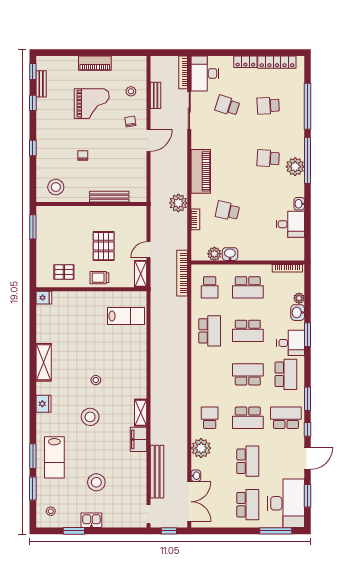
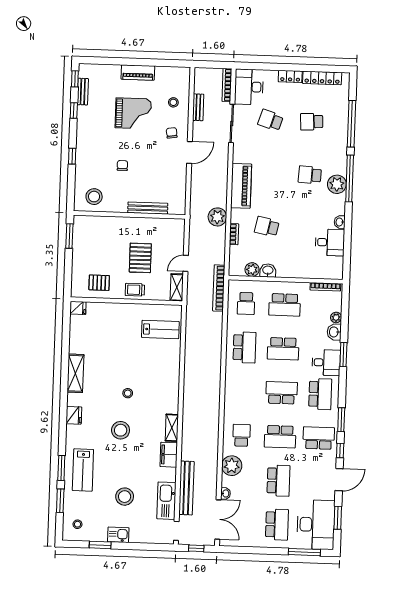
kitchen sink: (138, 485) -> (166, 501), added

